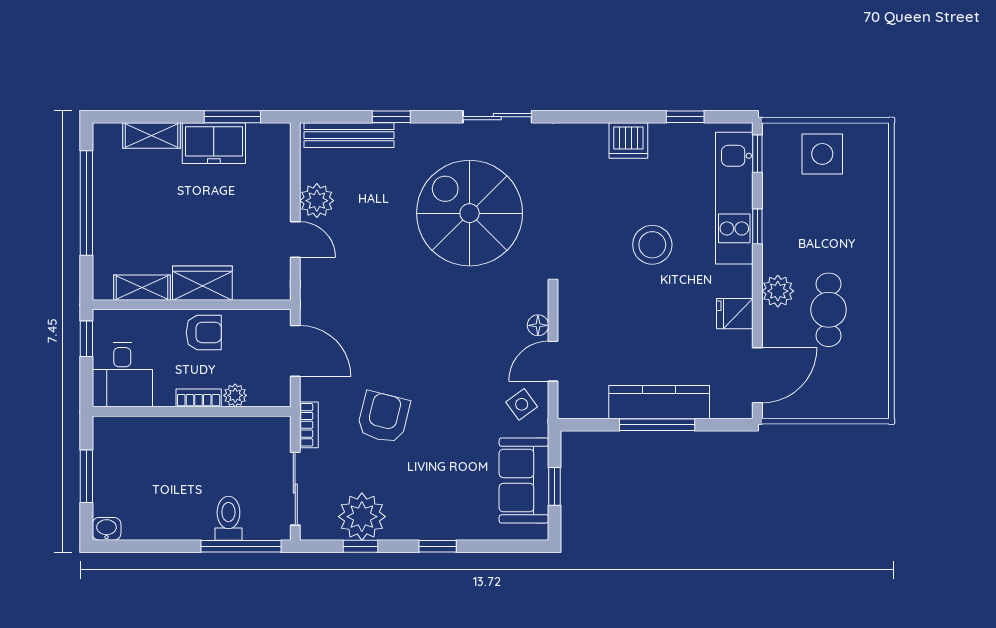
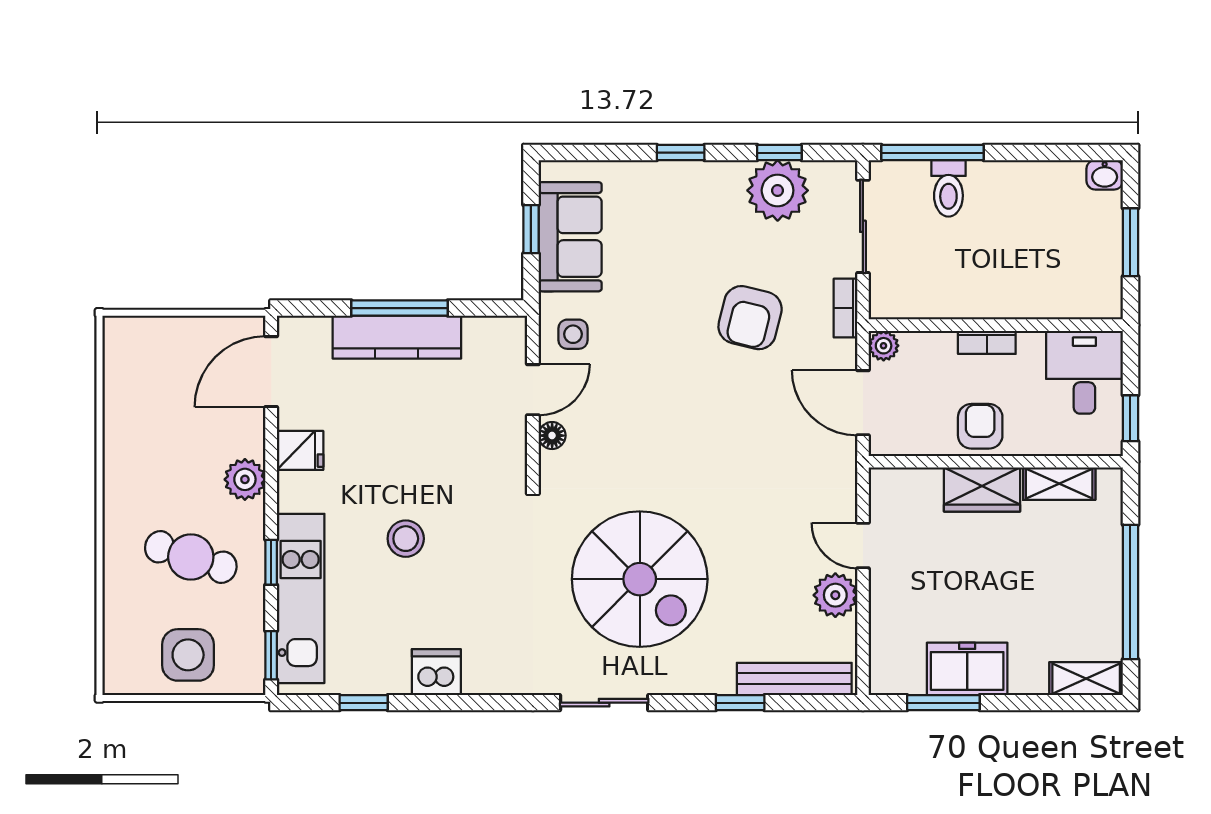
shelving: (151, 135) -> (1086, 679), moved
stool: (652, 245) -> (406, 539), width x0.73, depth x0.73
cafe table: (829, 310) -> (191, 557), moved, turned -72
armchair: (204, 332) -> (980, 426), turned 90
plant: (235, 395) -> (884, 346), moved
side table: (522, 404) -> (573, 334), turned 36

